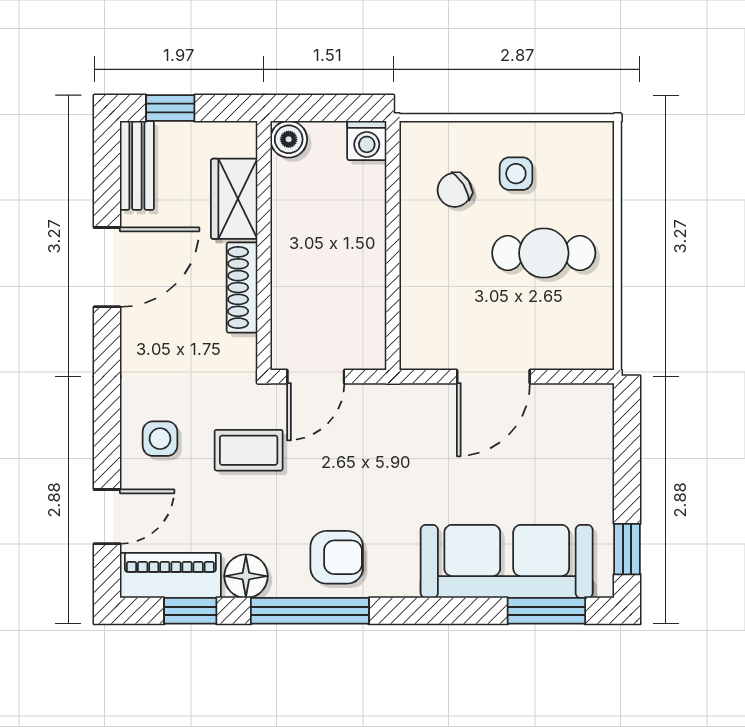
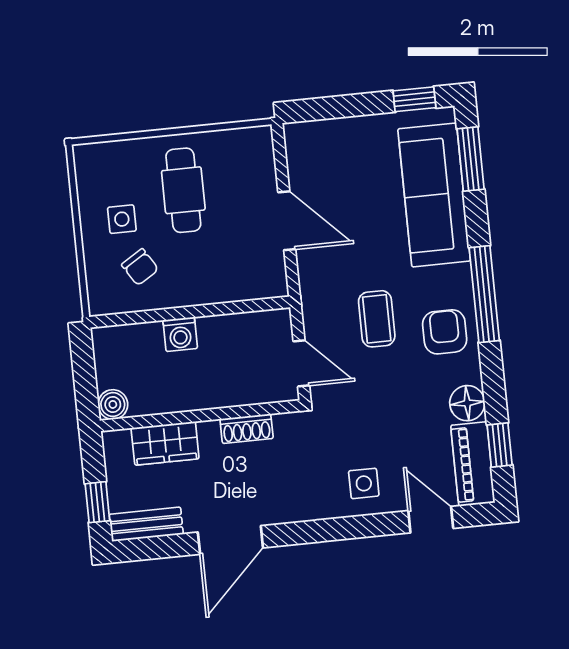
washing machine: (367, 141) -> (180, 334), moved, turned 90
door: (107, 267) -> (230, 540), swing flipped
shoe rack: (242, 288) -> (247, 429), width x0.70
coffee table: (249, 450) -> (377, 319), moved
window: (310, 611) -> (484, 294), moved

